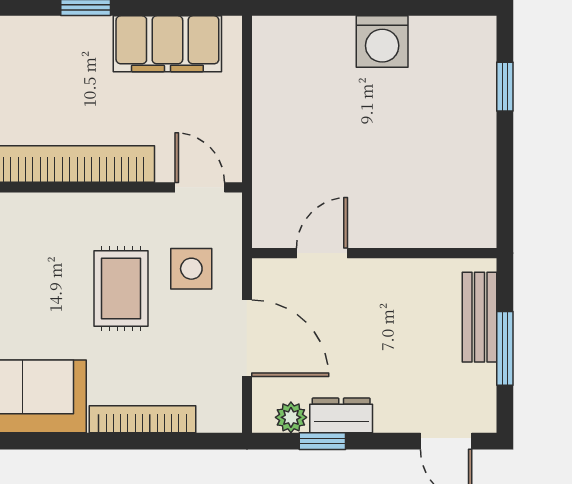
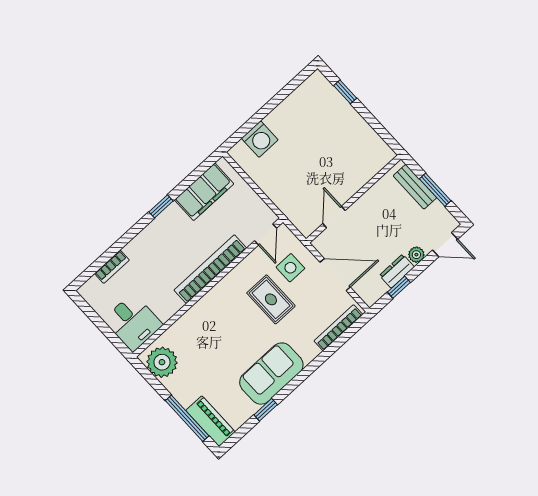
washing machine: (382, 42) -> (260, 139), moved
door: (200, 187) -> (266, 234), swing flipped
plant: (291, 417) -> (416, 255), moved
bookcase: (143, 419) -> (338, 328), moved

